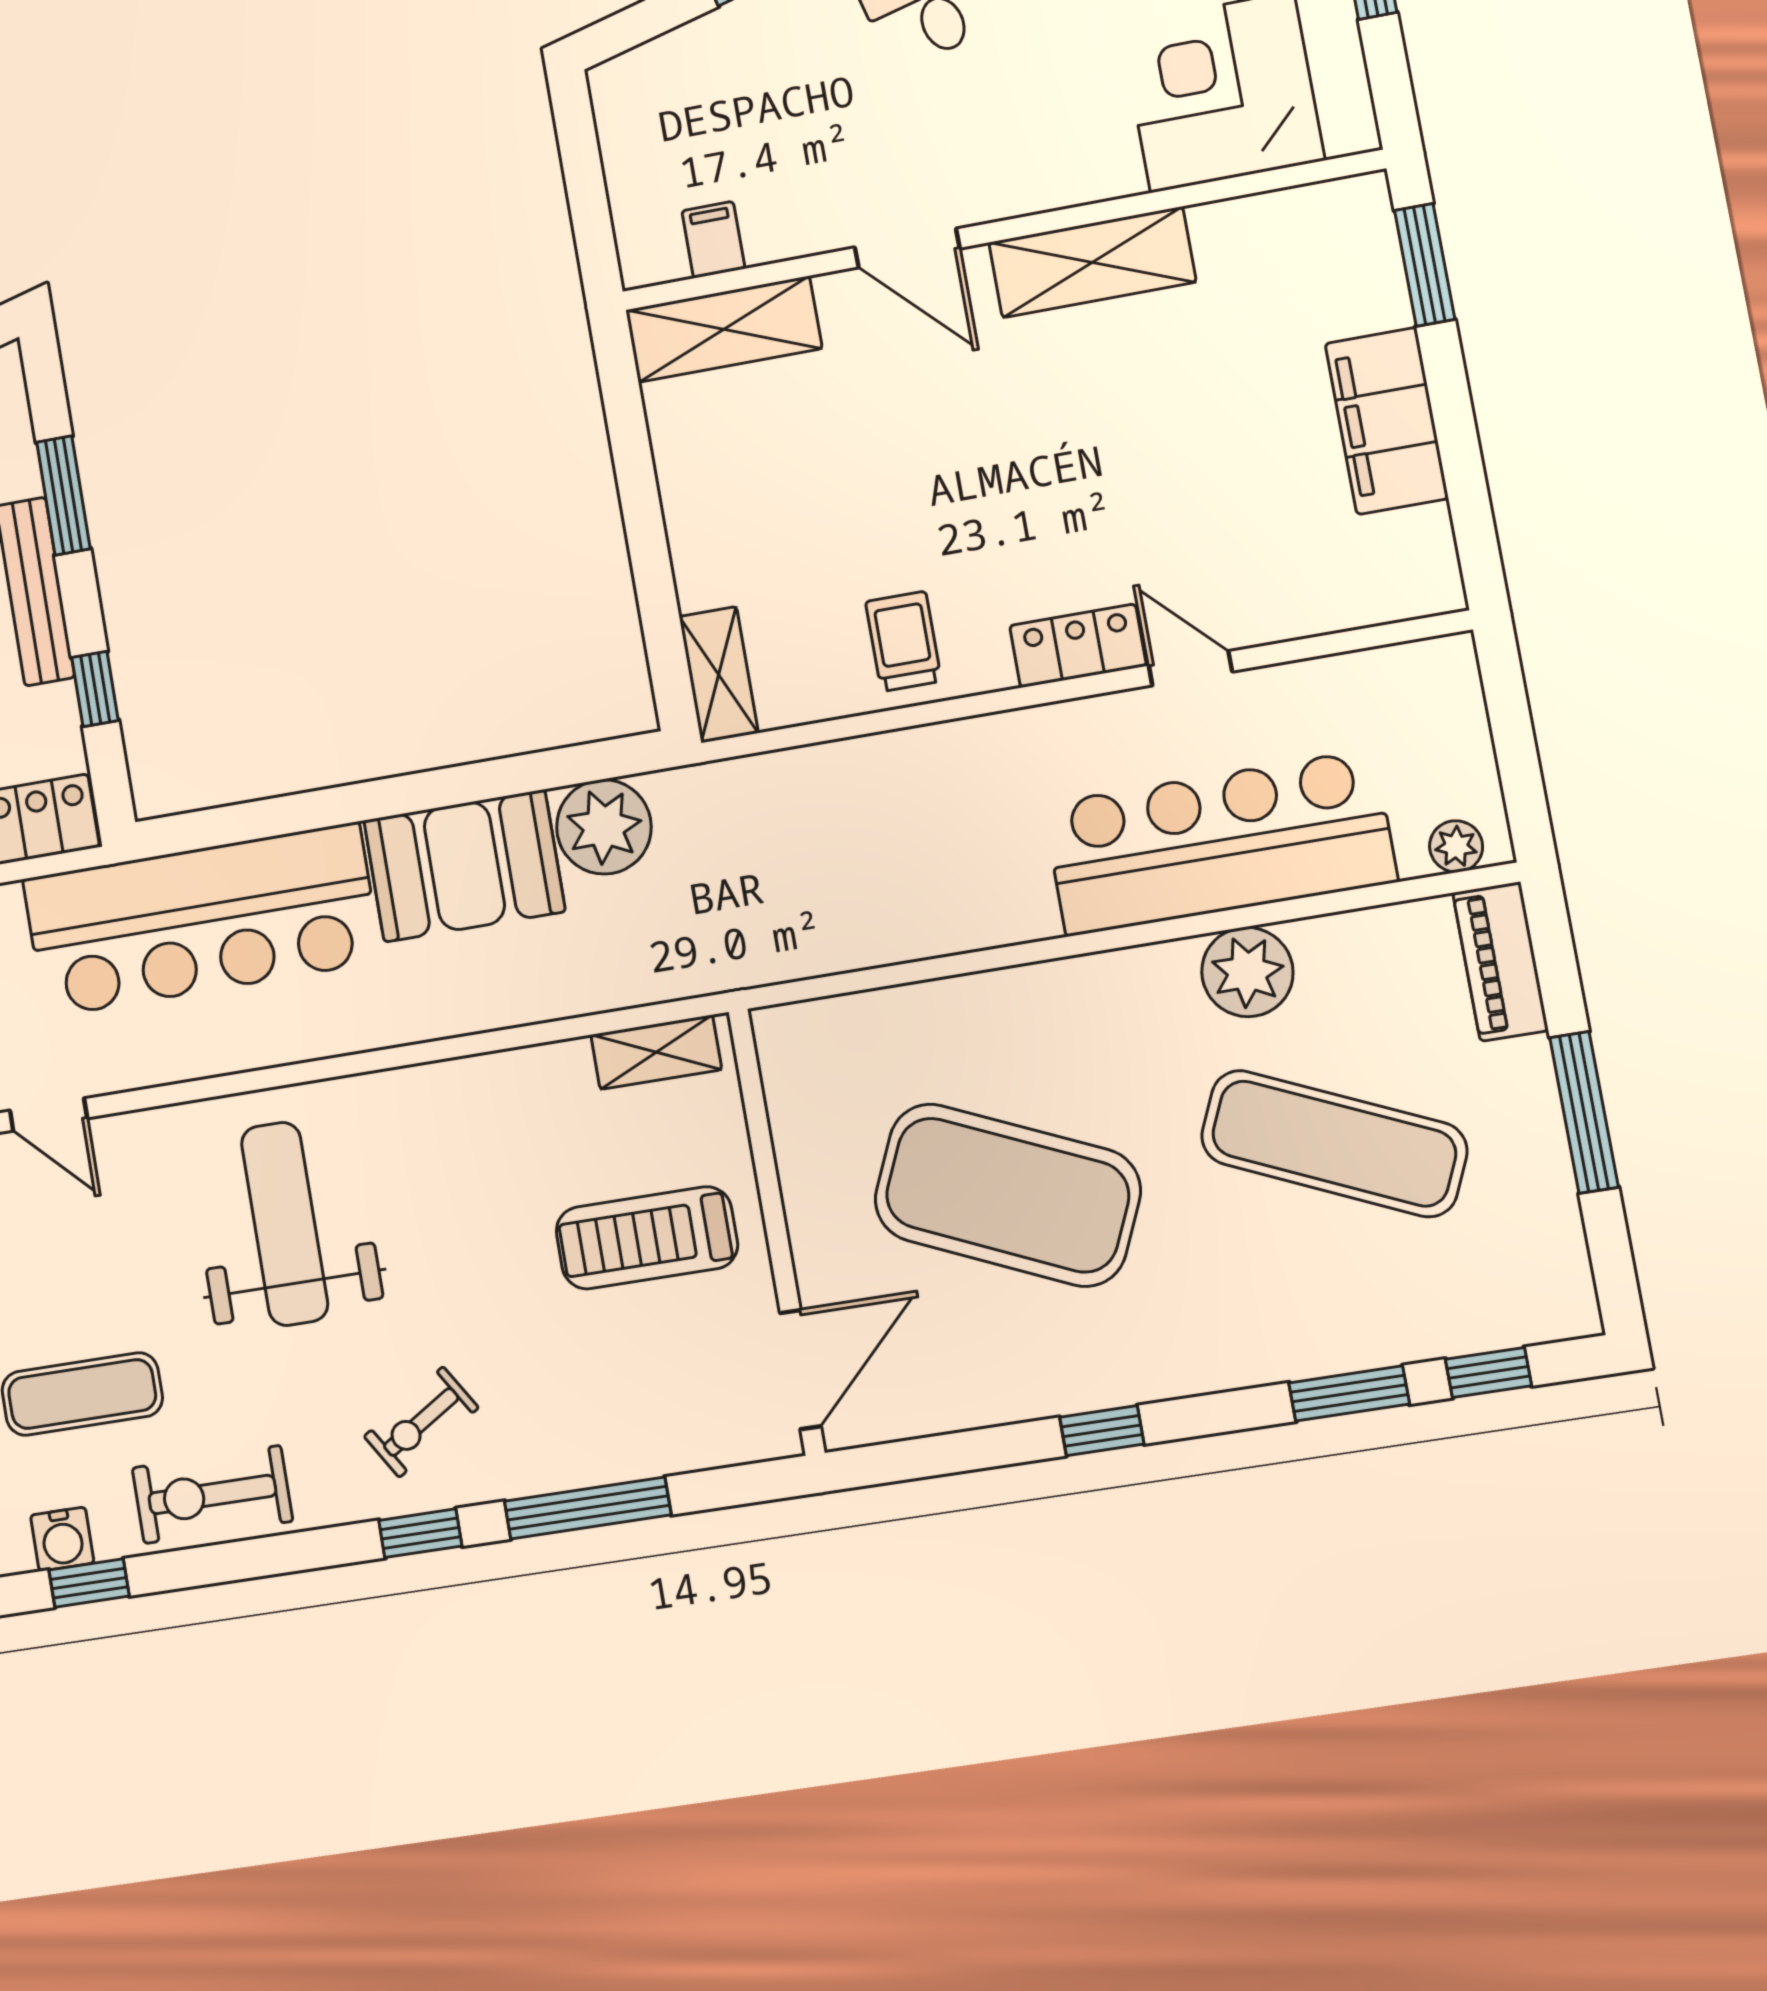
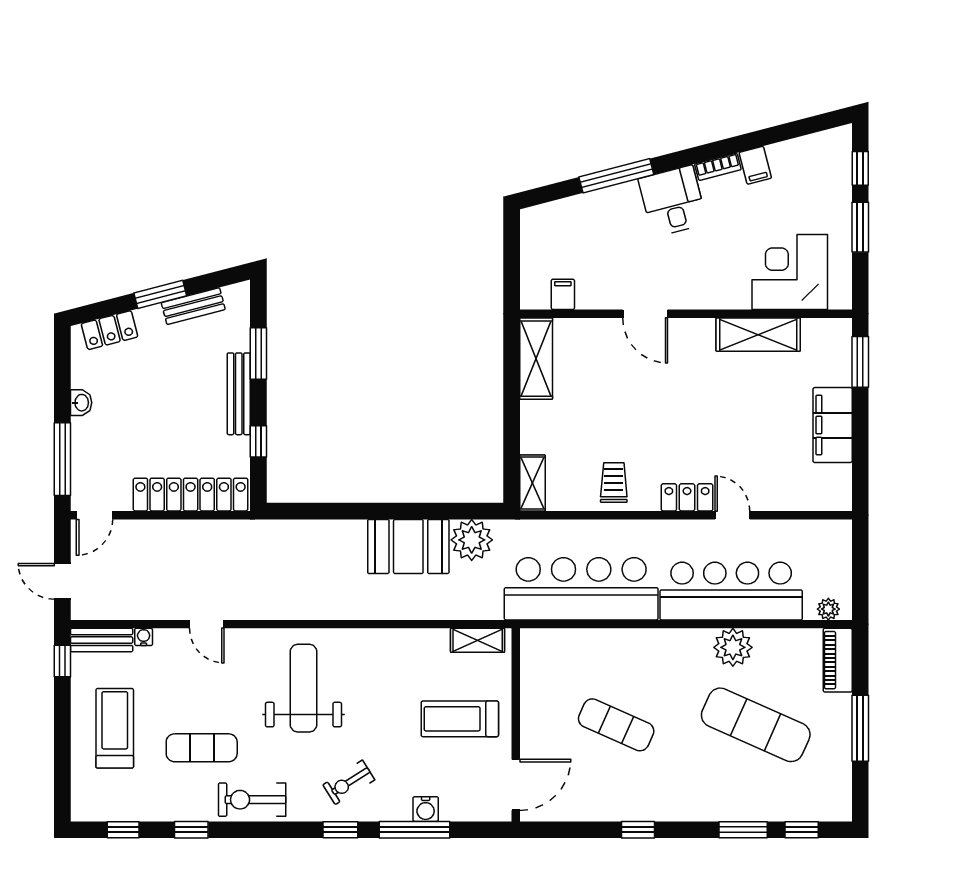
shelving: (1092, 262) -> (758, 335), moved
shelving: (724, 329) -> (536, 359), moved, turned 90
bar counter: (201, 920) -> (581, 589), moved, turned 180
exercise mat: (1007, 1195) -> (616, 725), width x0.50, depth x0.69
water cooler: (62, 1539) -> (426, 809), moved

